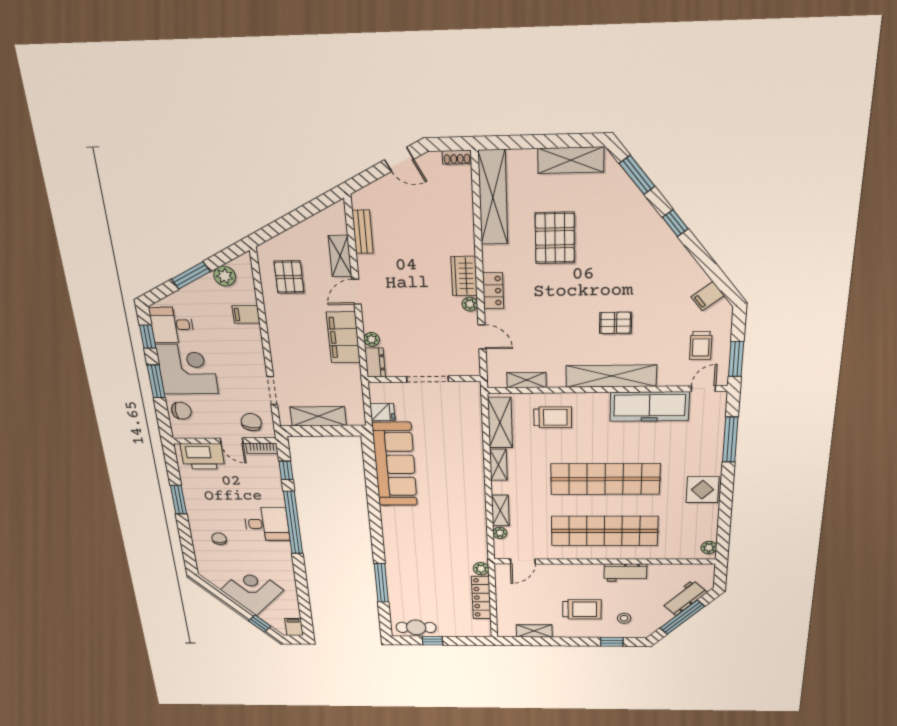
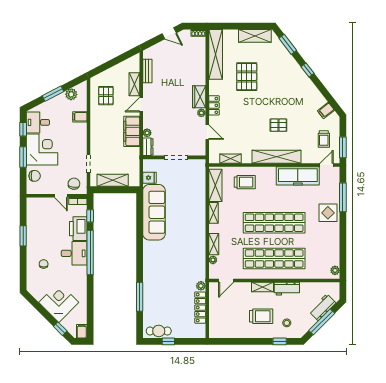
printer: (203, 456) -> (78, 229), moved, turned 90
display table: (703, 490) -> (328, 213), moved
shelving: (534, 631) -> (263, 287), moved

